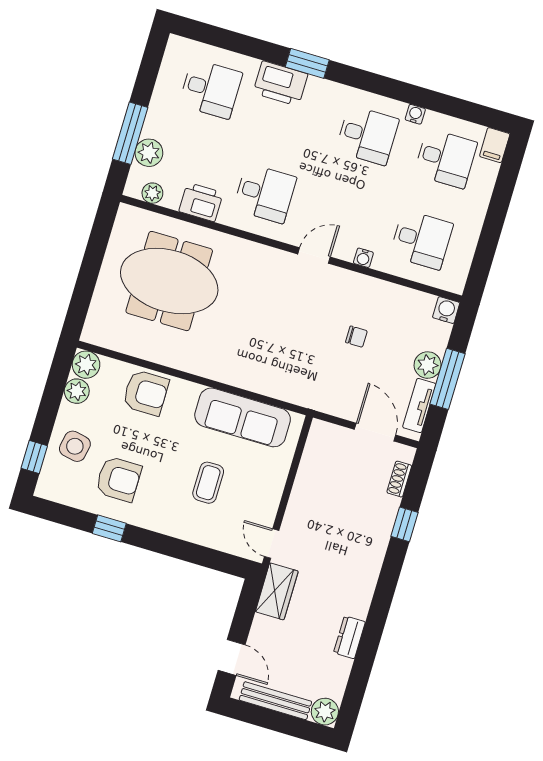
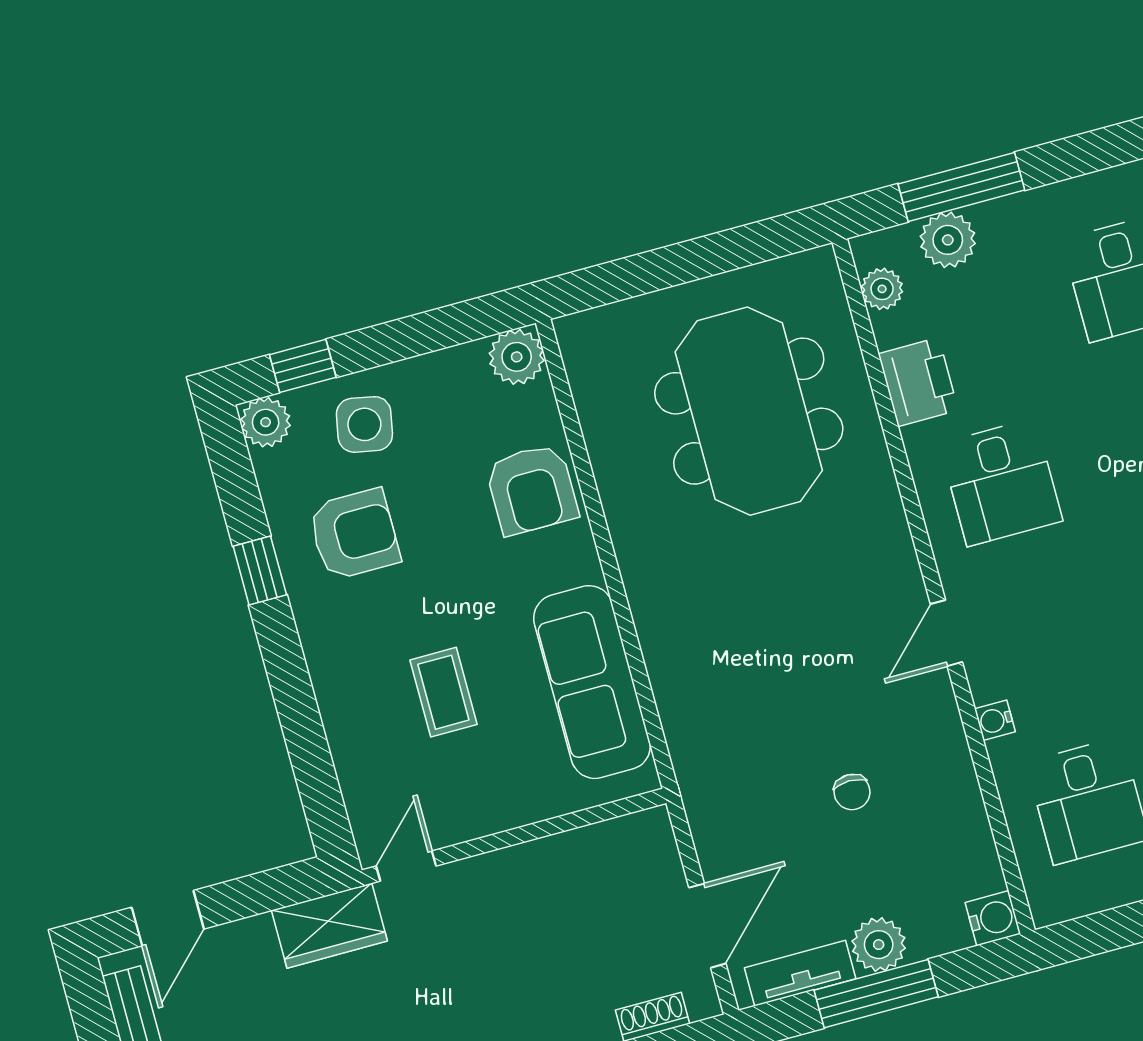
door: (314, 256) -> (946, 633), swing flipped
plant: (77, 391) -> (266, 422), moved
armchair: (119, 479) -> (354, 534), turned -90
coffee table: (208, 483) -> (443, 692), turned 90

